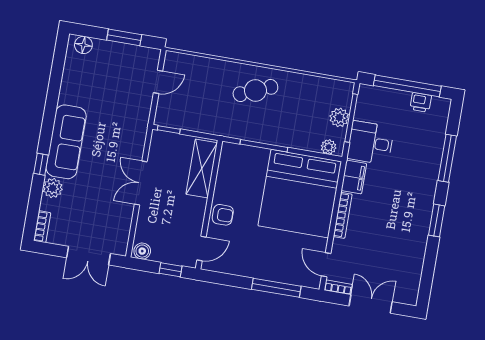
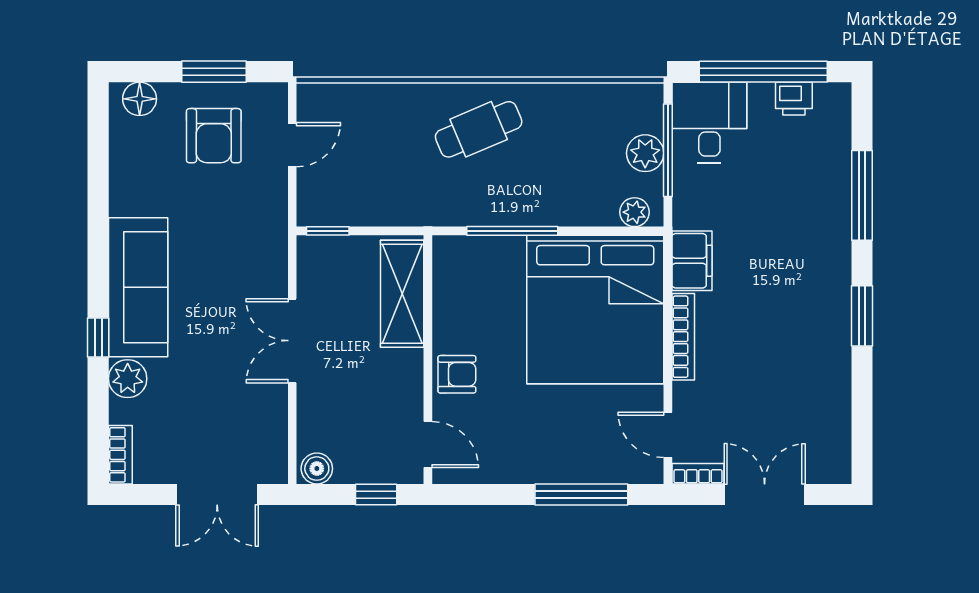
armchair: (118, 70) -> (214, 136), added
desk: (371, 143) -> (709, 122), moved, turned 90
door: (202, 249) -> (428, 445), hinge flipped

